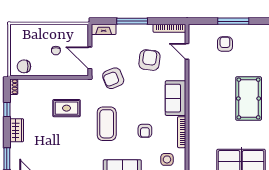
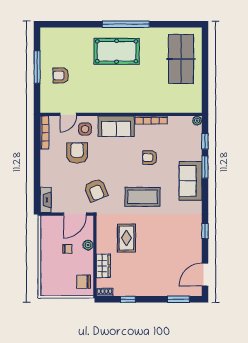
window: (132, 21) -> (37, 171), removed
armchair: (149, 60) -> (77, 153), turned 83
chair: (24, 66) -> (84, 282), turned 90
plant: (60, 71) -> (88, 245), added
wardrobe: (17, 130) -> (103, 266), moved, turned 90
armchair: (145, 131) -> (150, 158), turned 180
side table: (167, 159) -> (85, 129), moved

